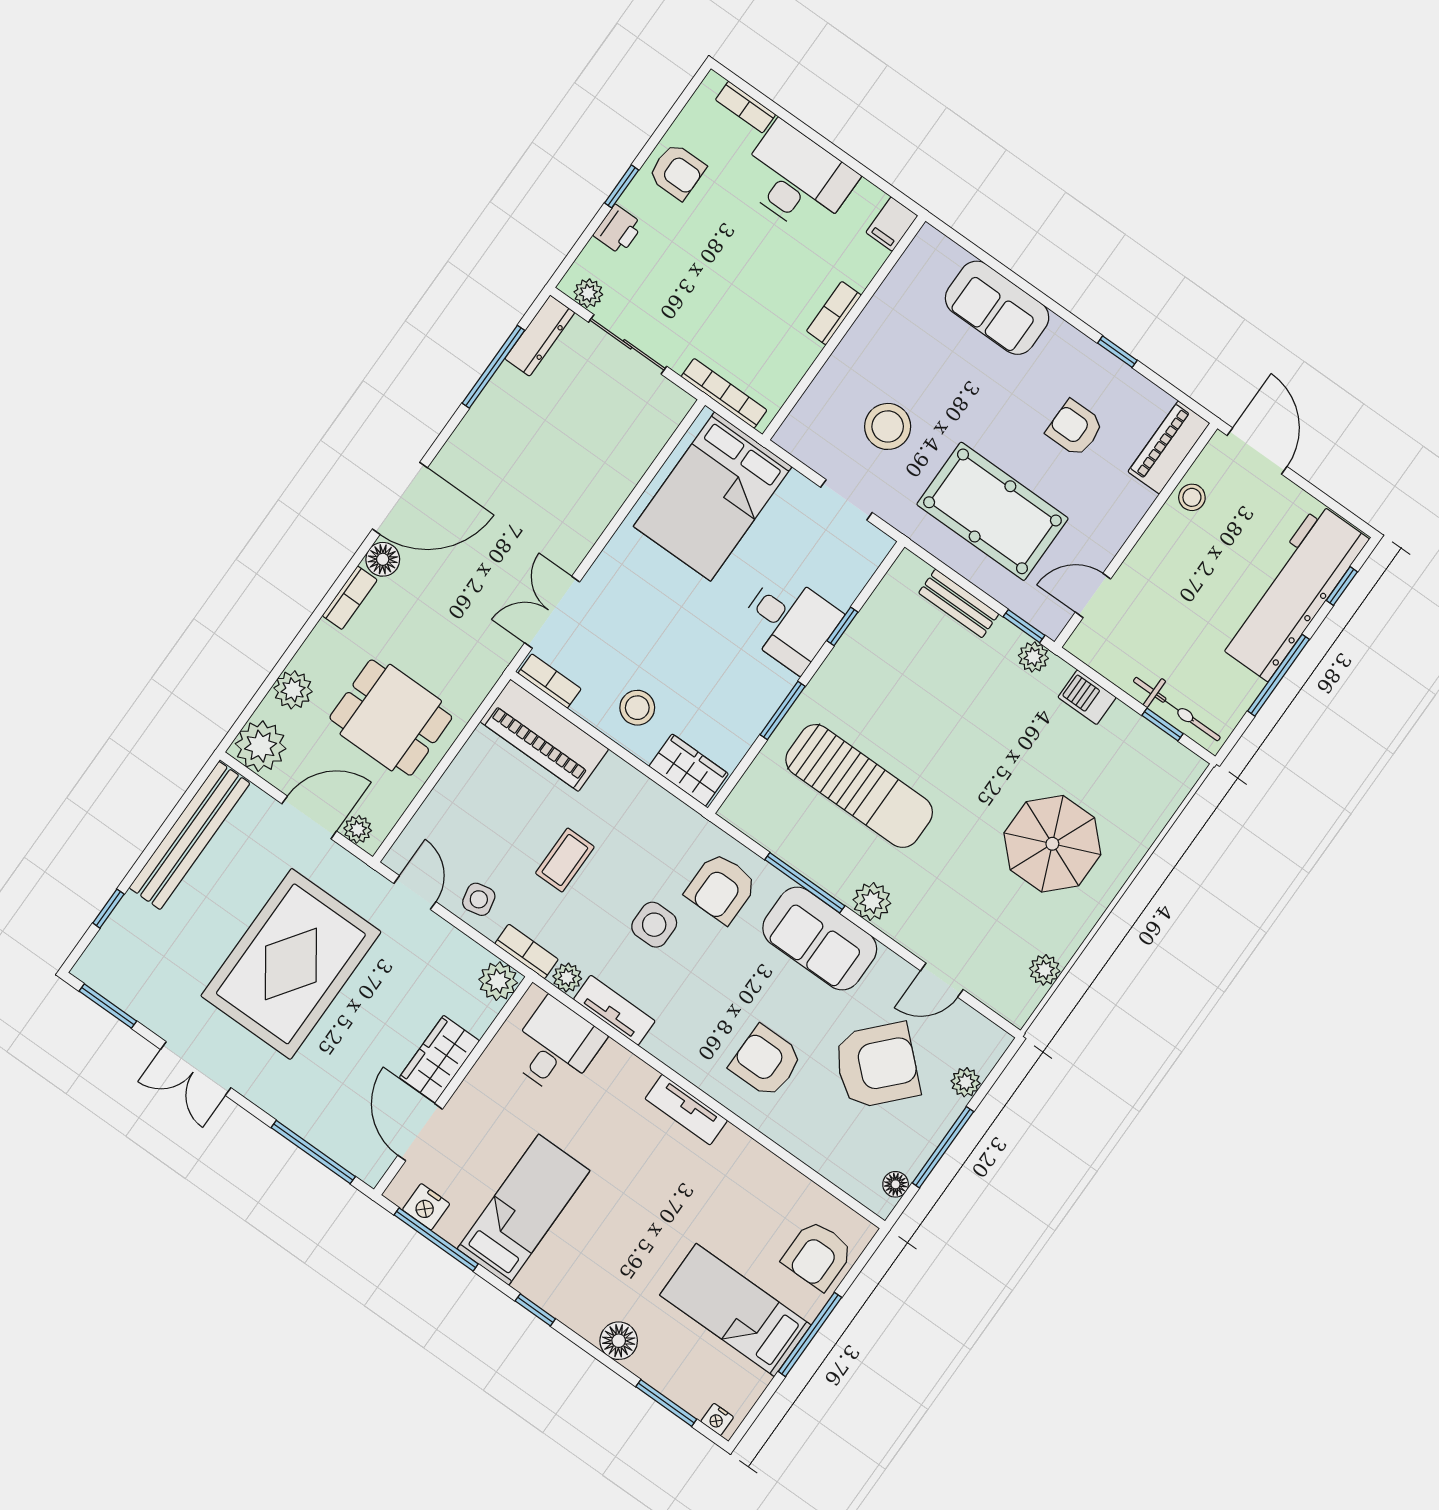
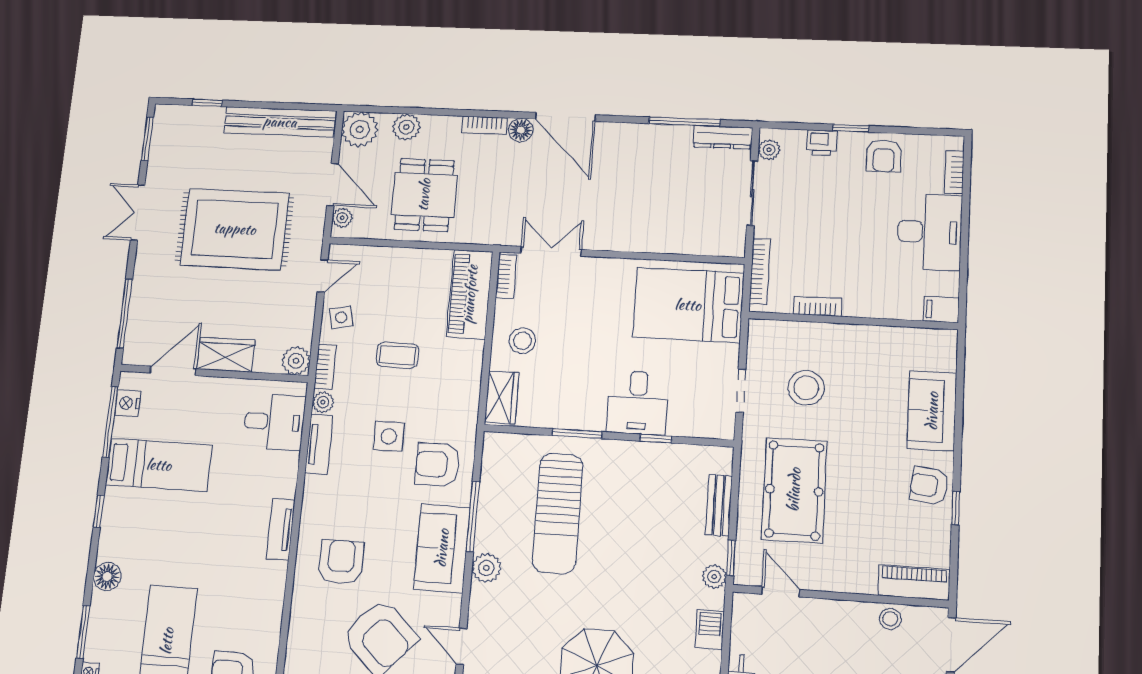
bookcase: (834, 313) -> (818, 306), moved
armchair: (1075, 428) -> (929, 486), moved, turned -83

